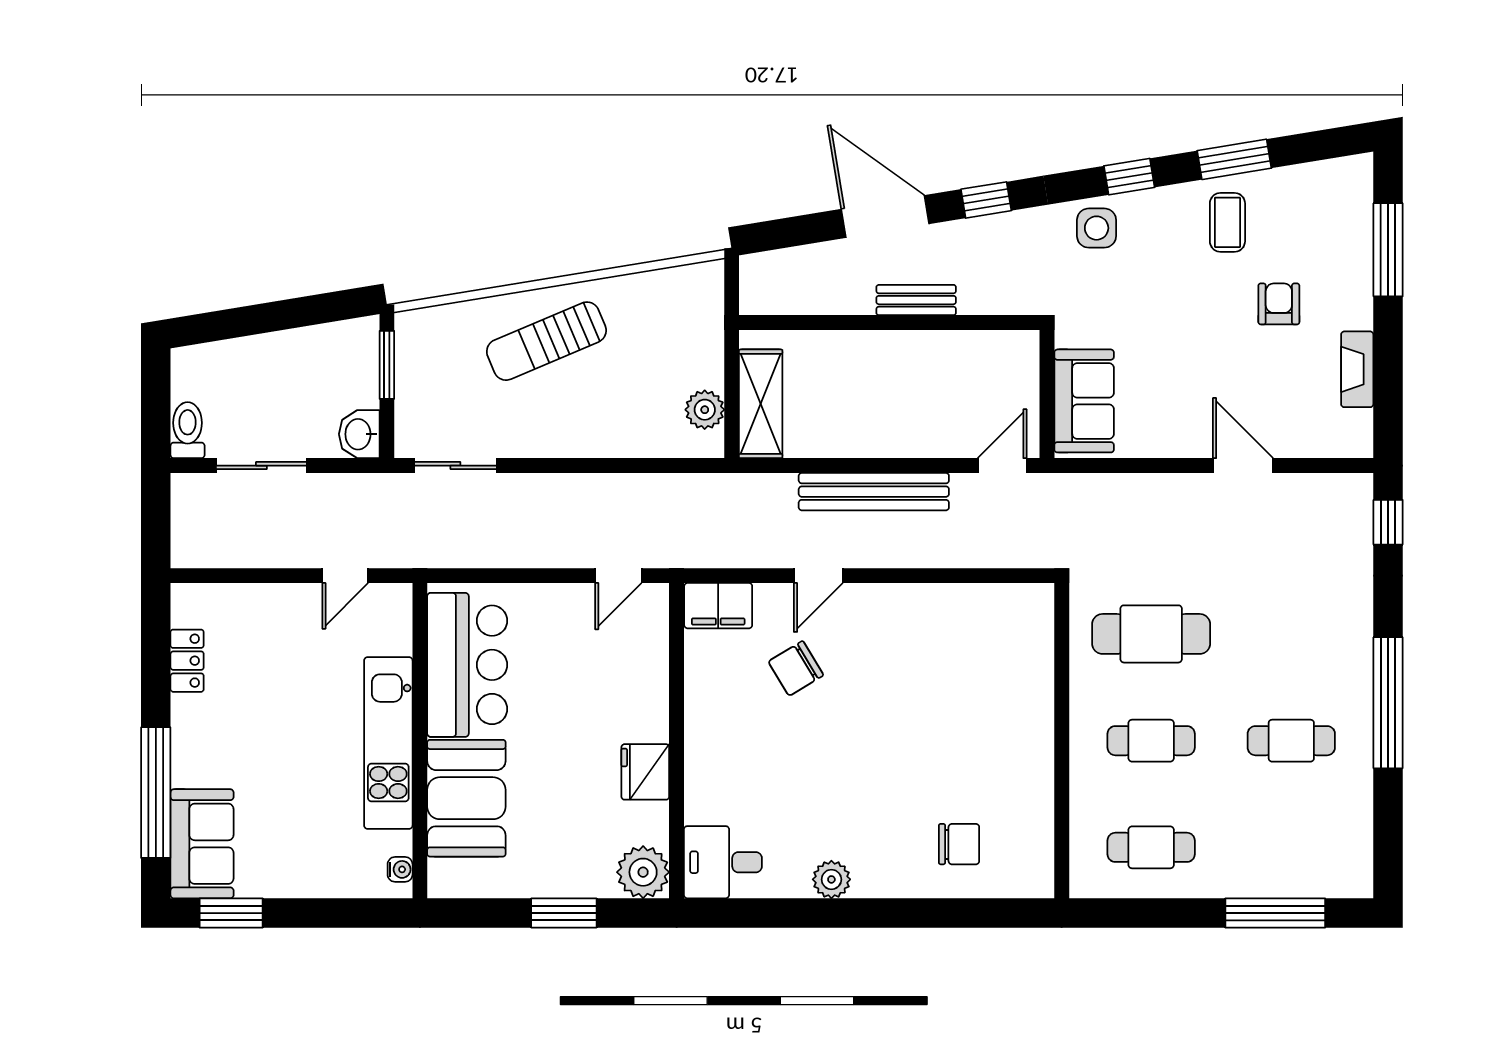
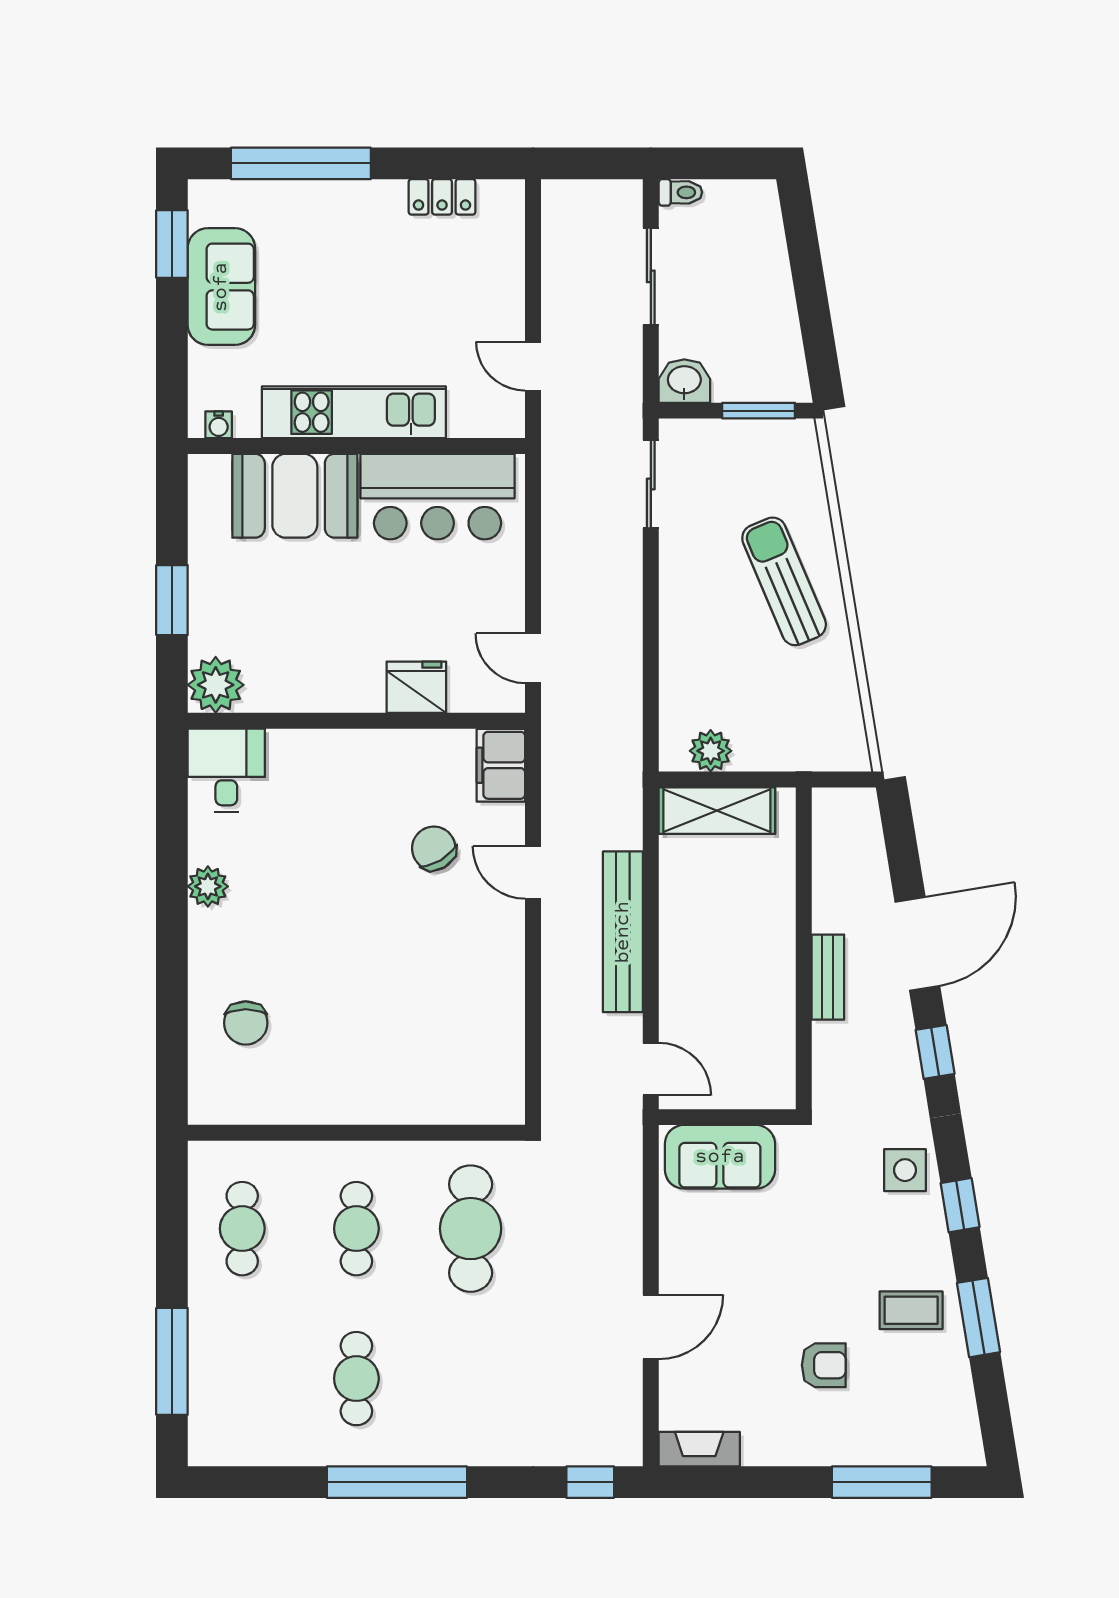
fireplace: (1357, 369) -> (699, 1449), moved
toilet: (188, 430) -> (680, 192), width x0.73, depth x0.72
fridge: (645, 772) -> (416, 687), moved
sofa: (202, 844) -> (221, 287), moved, turned -90

